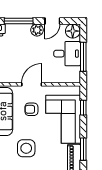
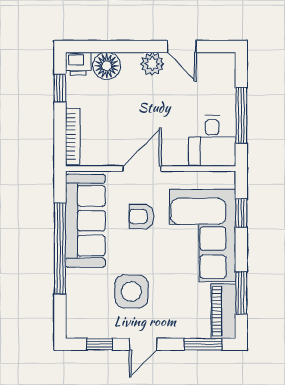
window: (19, 21) -> (117, 46), removed
door: (52, 21) -> (182, 46), hinge flipped
floor lamp: (73, 31) -> (107, 66), moved
desk: (67, 54) -> (212, 141), moved, turned 90

